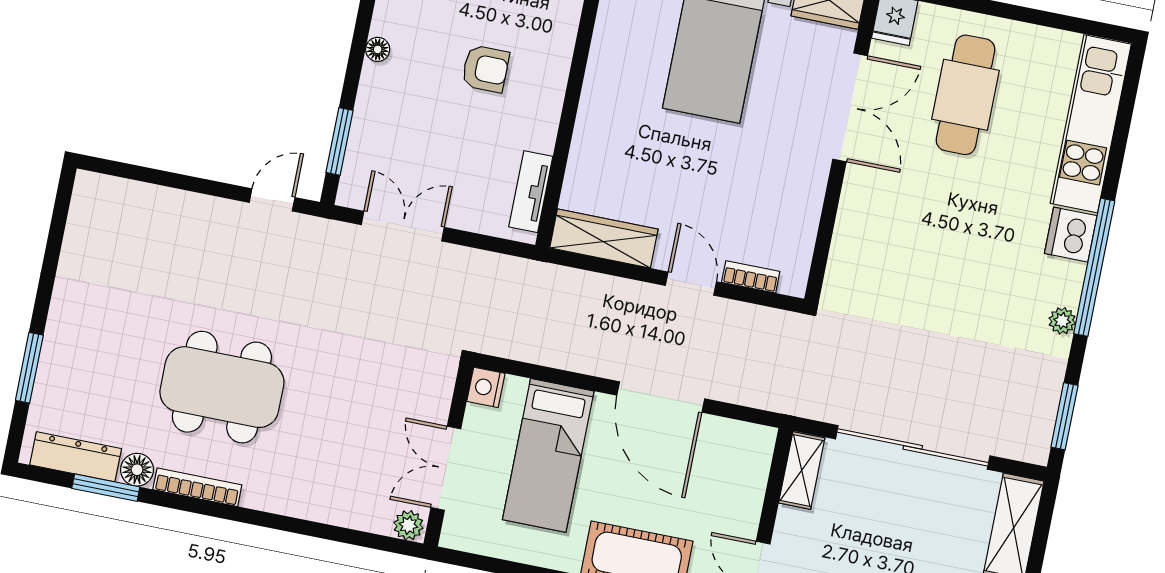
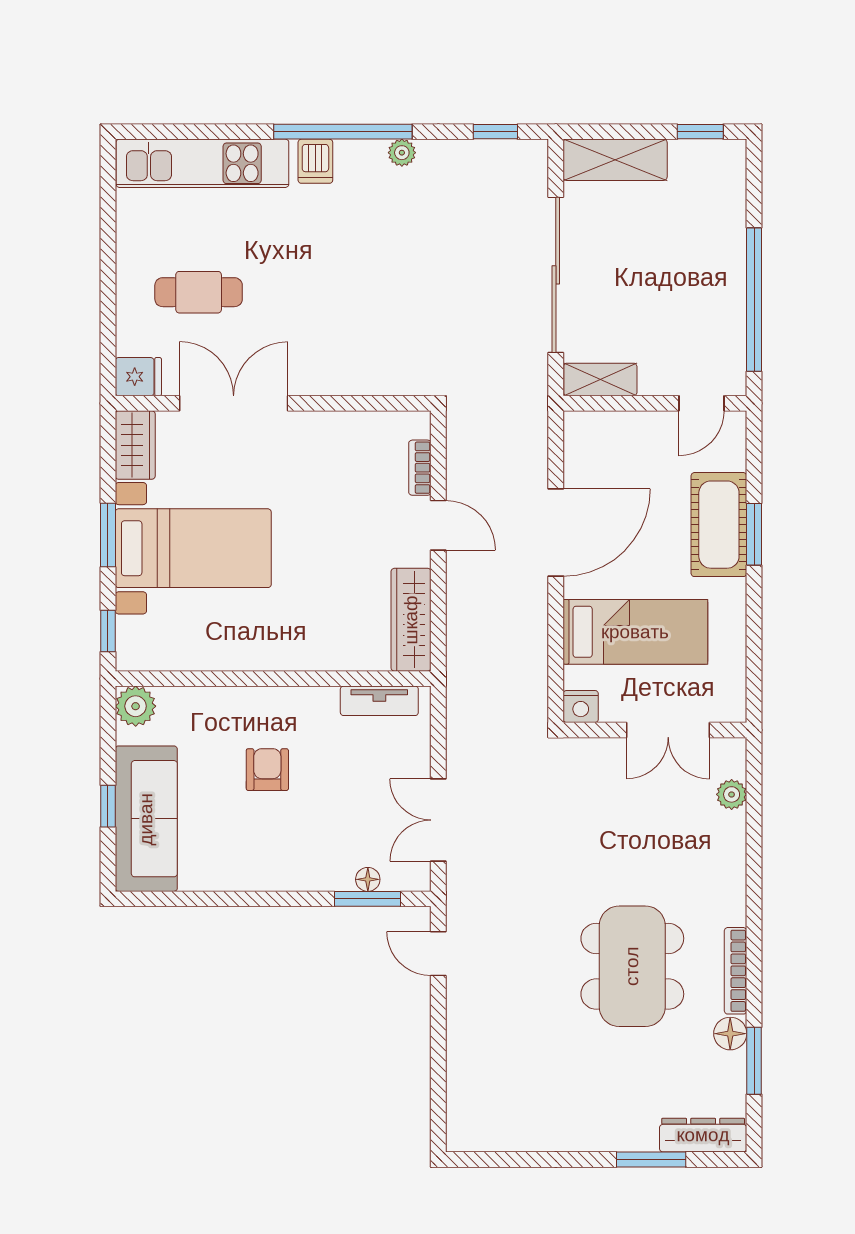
floor lamp: (378, 49) -> (368, 879), moved
cafe table: (965, 95) -> (199, 292), width x0.73, depth x0.74
dishwasher: (1071, 235) -> (315, 161), width x0.73
door: (691, 284) -> (438, 525), swing flipped
window: (1064, 416) -> (495, 132), width x0.67
dresser: (76, 457) -> (703, 1135), moved, turned 90
plant: (408, 525) -> (732, 794), moved

